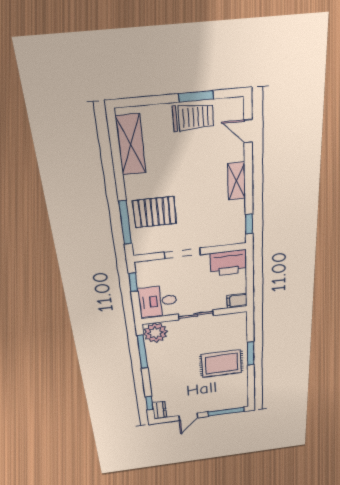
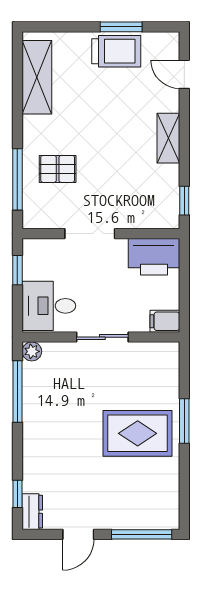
pallet: (155, 212) -> (58, 169), width x0.67, depth x0.71
plant: (155, 333) -> (32, 351), width x0.53, depth x0.53

